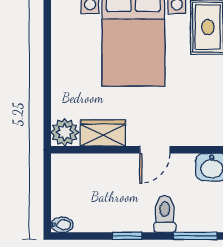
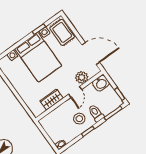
plant: (65, 132) -> (82, 77), moved
stool: (128, 203) -> (79, 119), added

